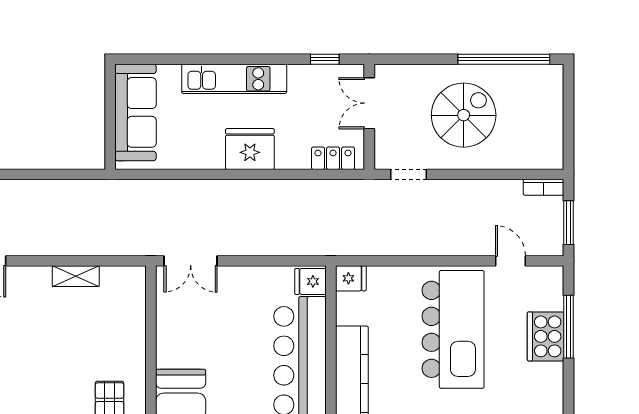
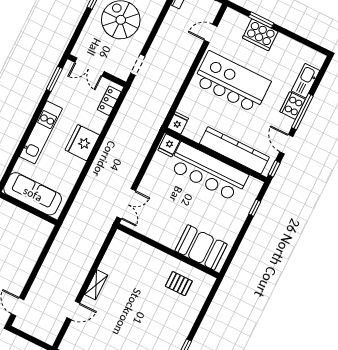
window: (325, 59) -> (54, 79), width x1.50
shelving: (76, 276) -> (96, 285), moved
window: (568, 327) -> (261, 20), width x0.69

